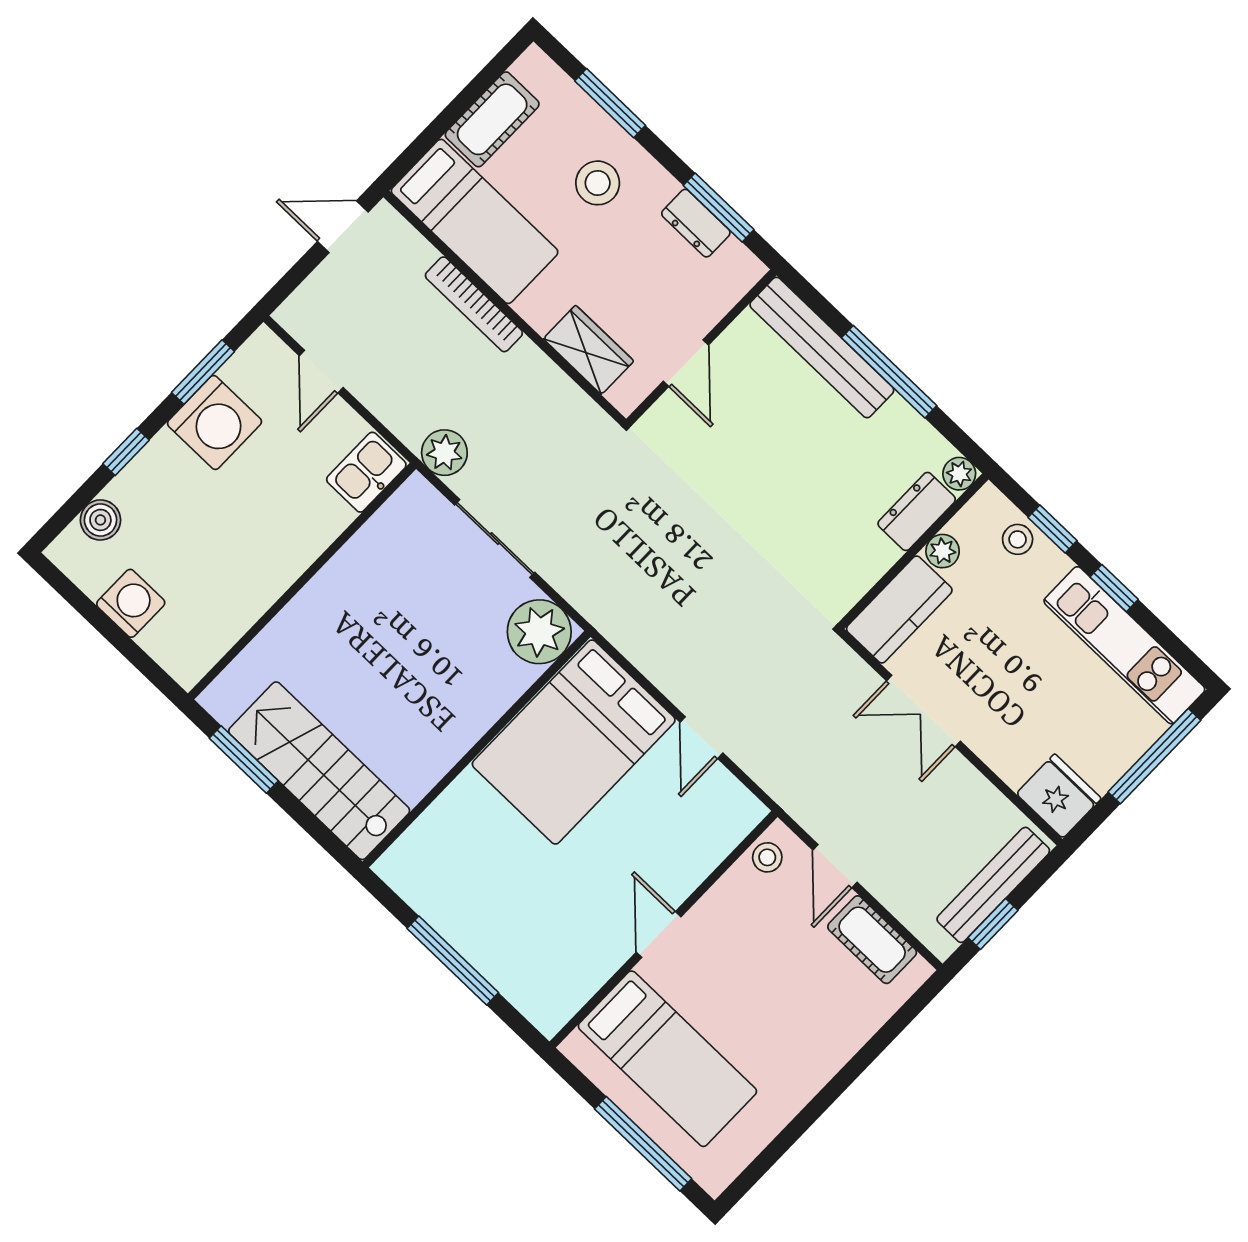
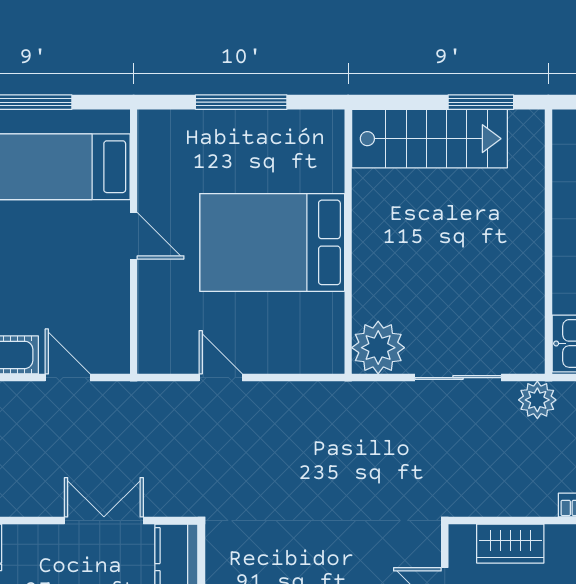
bed: (574, 742) -> (272, 242), moved, turned -90
stool: (767, 857) -> (113, 344), removed

